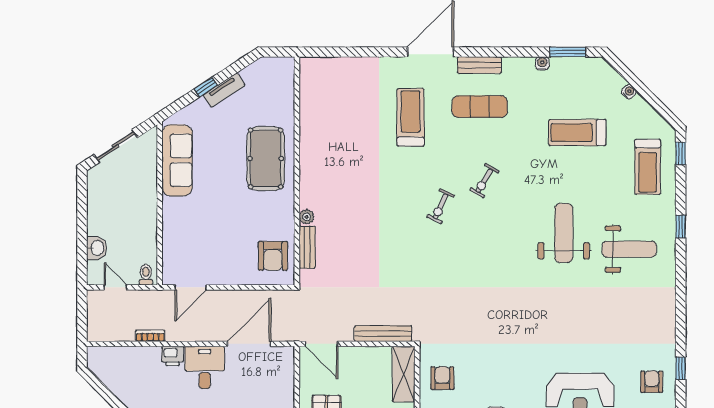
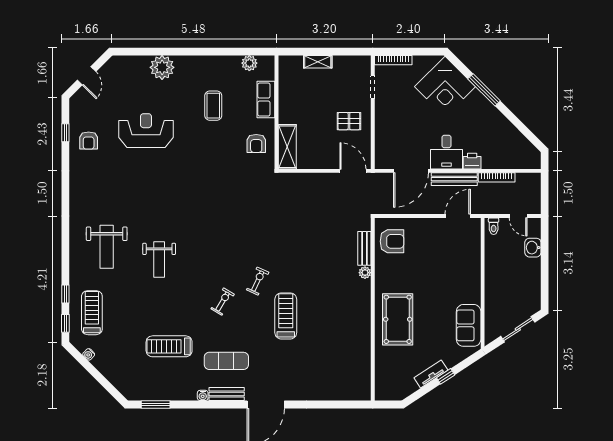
water cooler: (542, 63) -> (203, 395), moved
water cooler: (629, 92) -> (89, 354), moved
treadmill: (411, 117) -> (286, 316), moved, turned 180
treadmill: (577, 133) -> (169, 346), moved, turned 180
sofa: (177, 160) -> (469, 325), width x0.73
window: (681, 226) -> (65, 294), moved
weight bench: (564, 233) -> (159, 260), width x0.73, depth x0.75
weight bench: (629, 249) -> (107, 247), turned -90
armchair: (273, 256) -> (392, 241), turned 90
bench: (383, 334) -> (454, 179), moved
bookcase: (150, 336) -> (497, 177), width x1.56
window: (681, 368) -> (65, 133), moved

